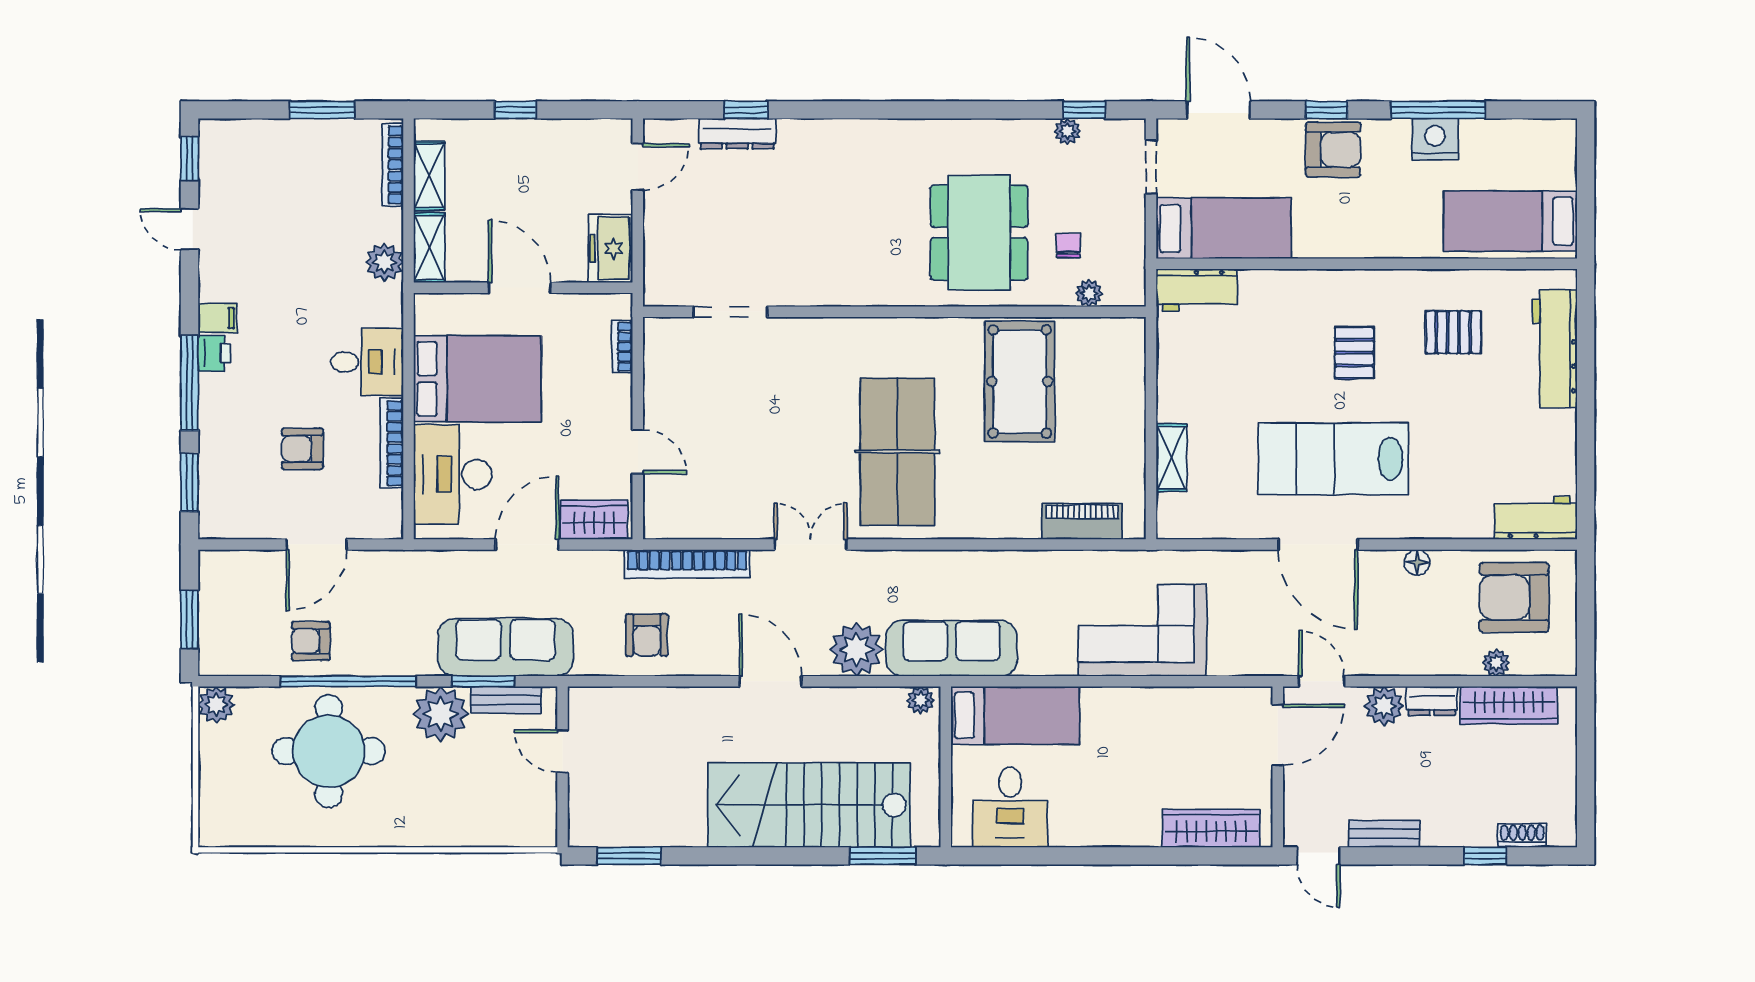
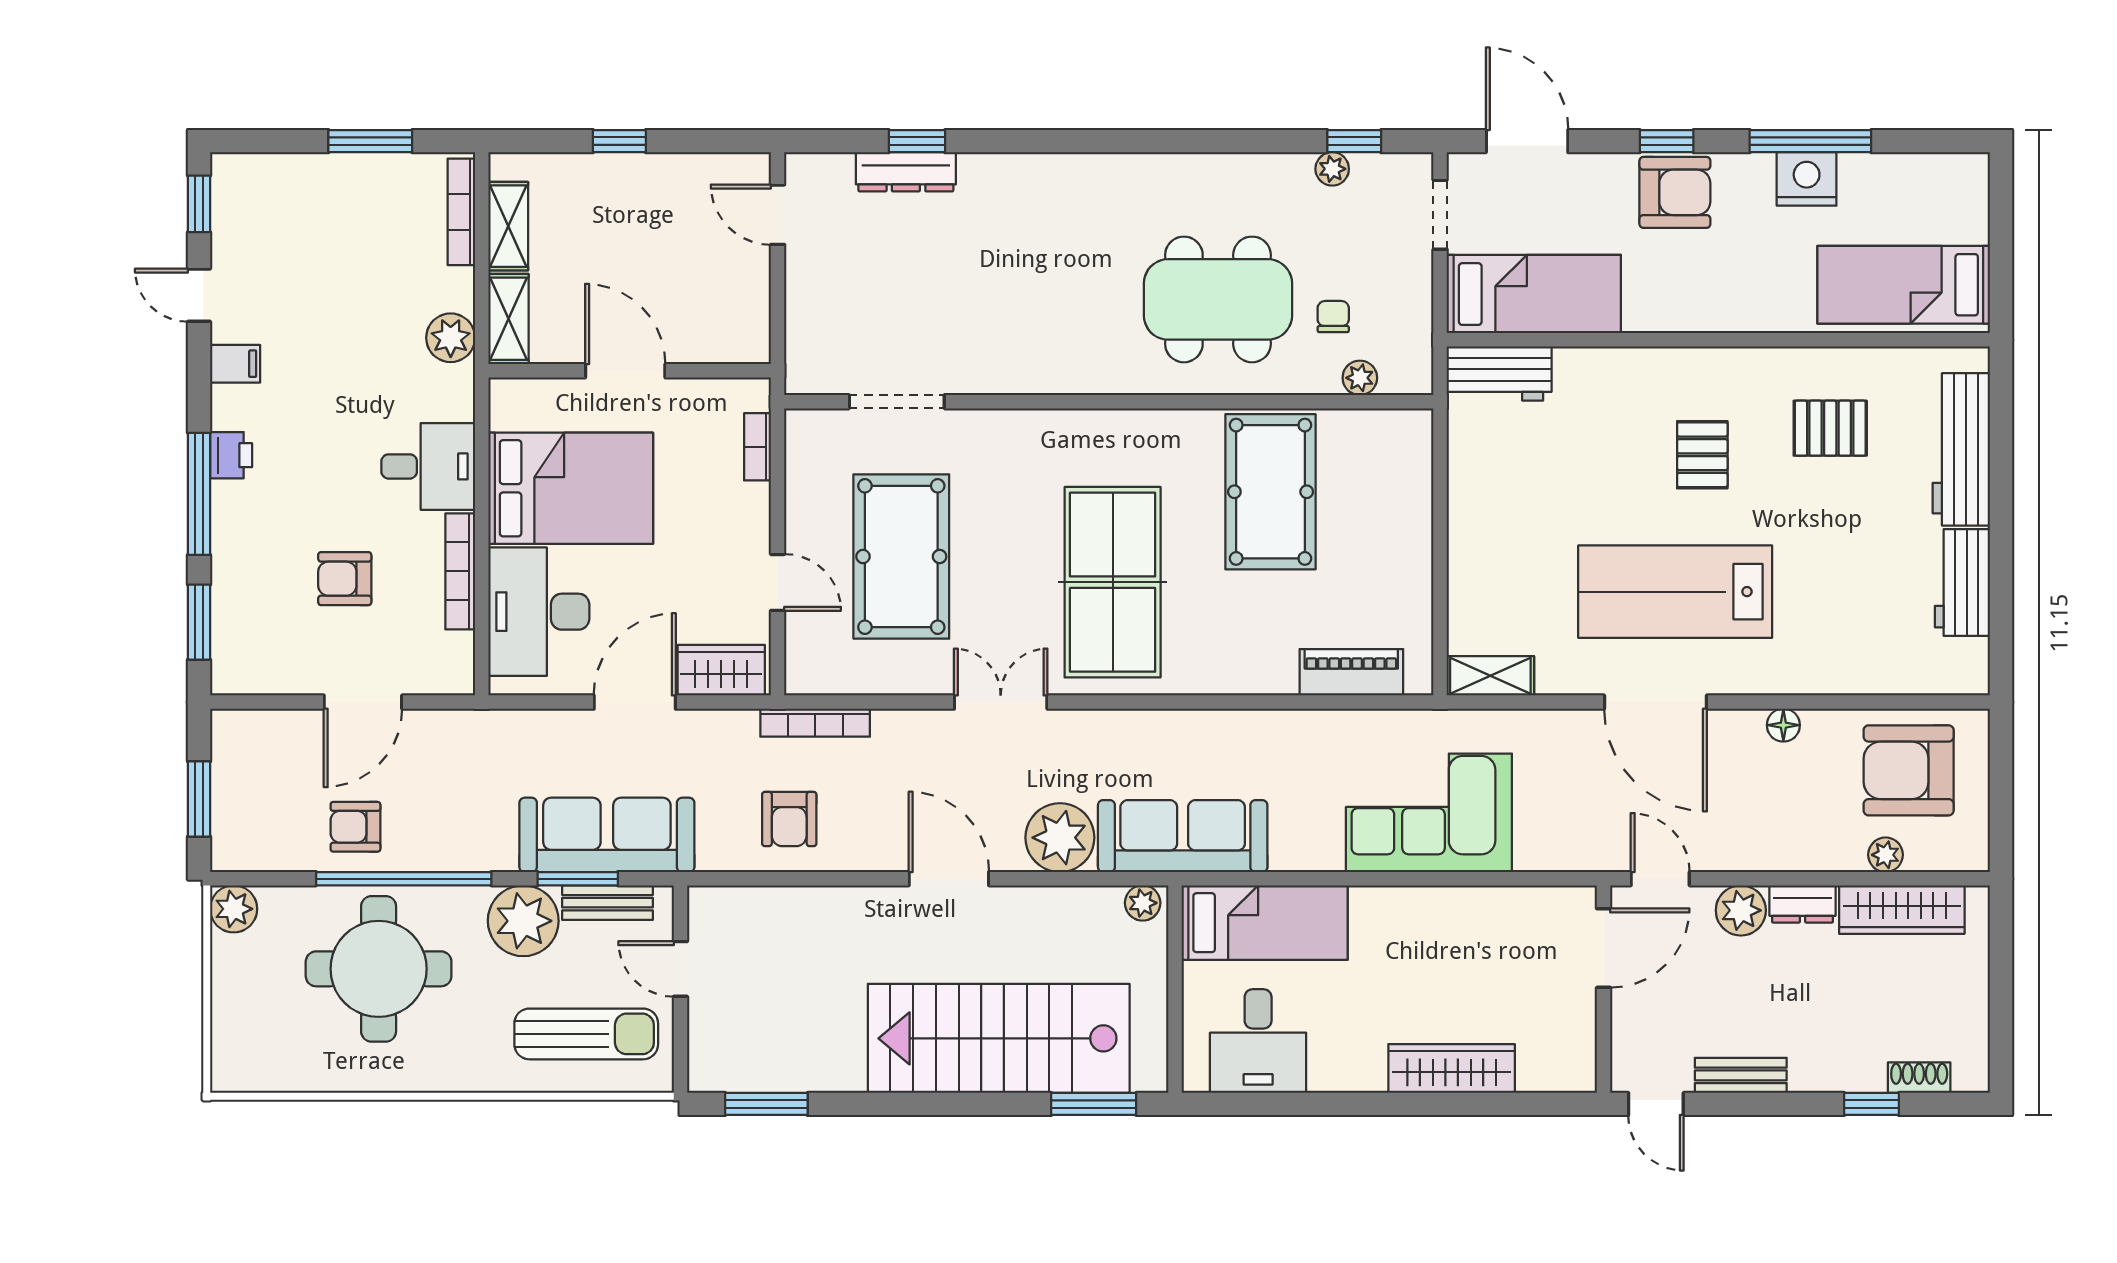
door: (638, 167) -> (778, 215), swing flipped
dining table: (979, 232) -> (1218, 299), turned 90
freezer: (610, 249) -> (742, 320), removed
filing cabinet: (218, 318) -> (235, 364), moved
pool table: (734, 432) -> (901, 556), added
shelving: (1171, 458) -> (1490, 676), moved, turned 90
workbench: (1536, 518) -> (1962, 582), moved, turned -90
bookcase: (687, 564) -> (815, 723), width x0.68, depth x0.76
sun lounger: (490, 802) -> (586, 1034), added
wardrobe: (1211, 828) -> (1452, 1068), moved

